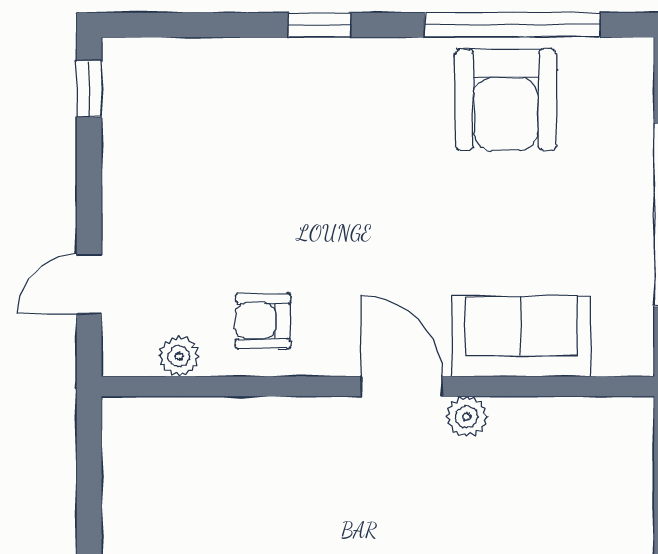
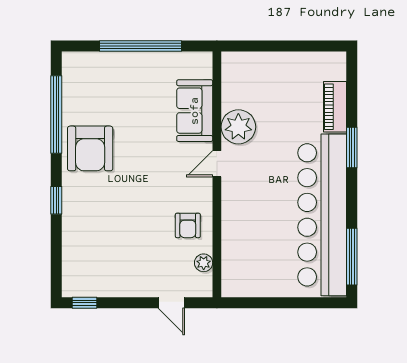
armchair: (506, 100) -> (90, 148), moved, turned 90
door: (402, 386) -> (217, 164), width x0.73
plant: (467, 417) -> (238, 127), width x1.87, depth x1.87

